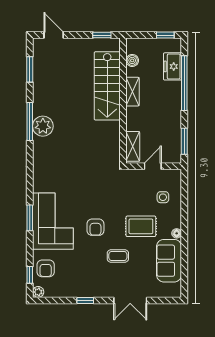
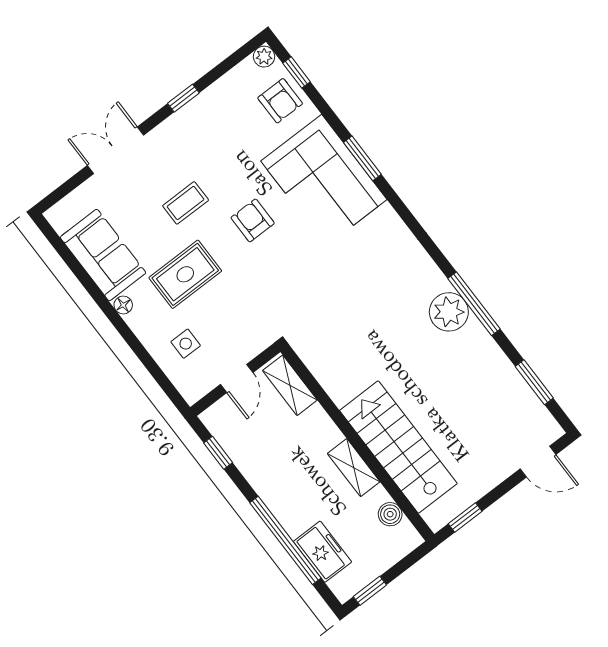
window: (184, 141) -> (218, 453), width x0.67
armchair: (46, 268) -> (280, 101), turned 180

